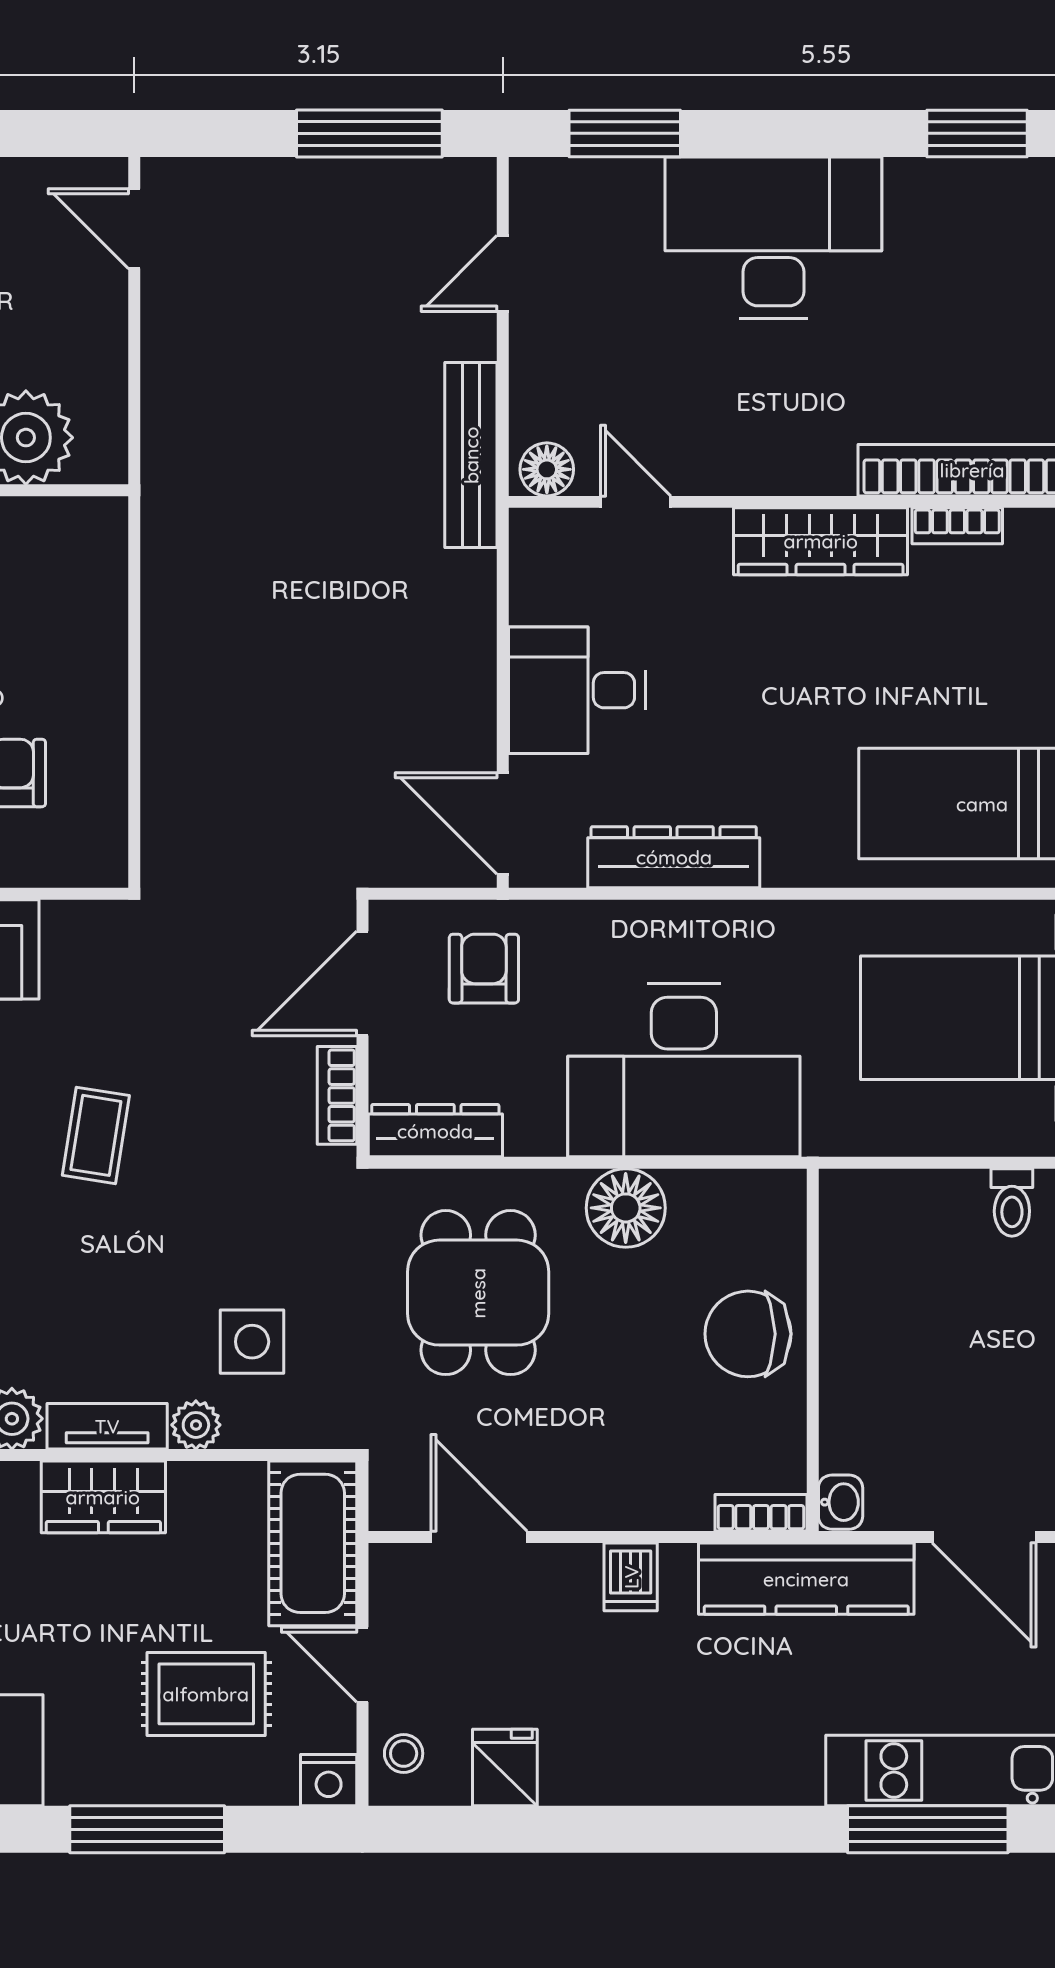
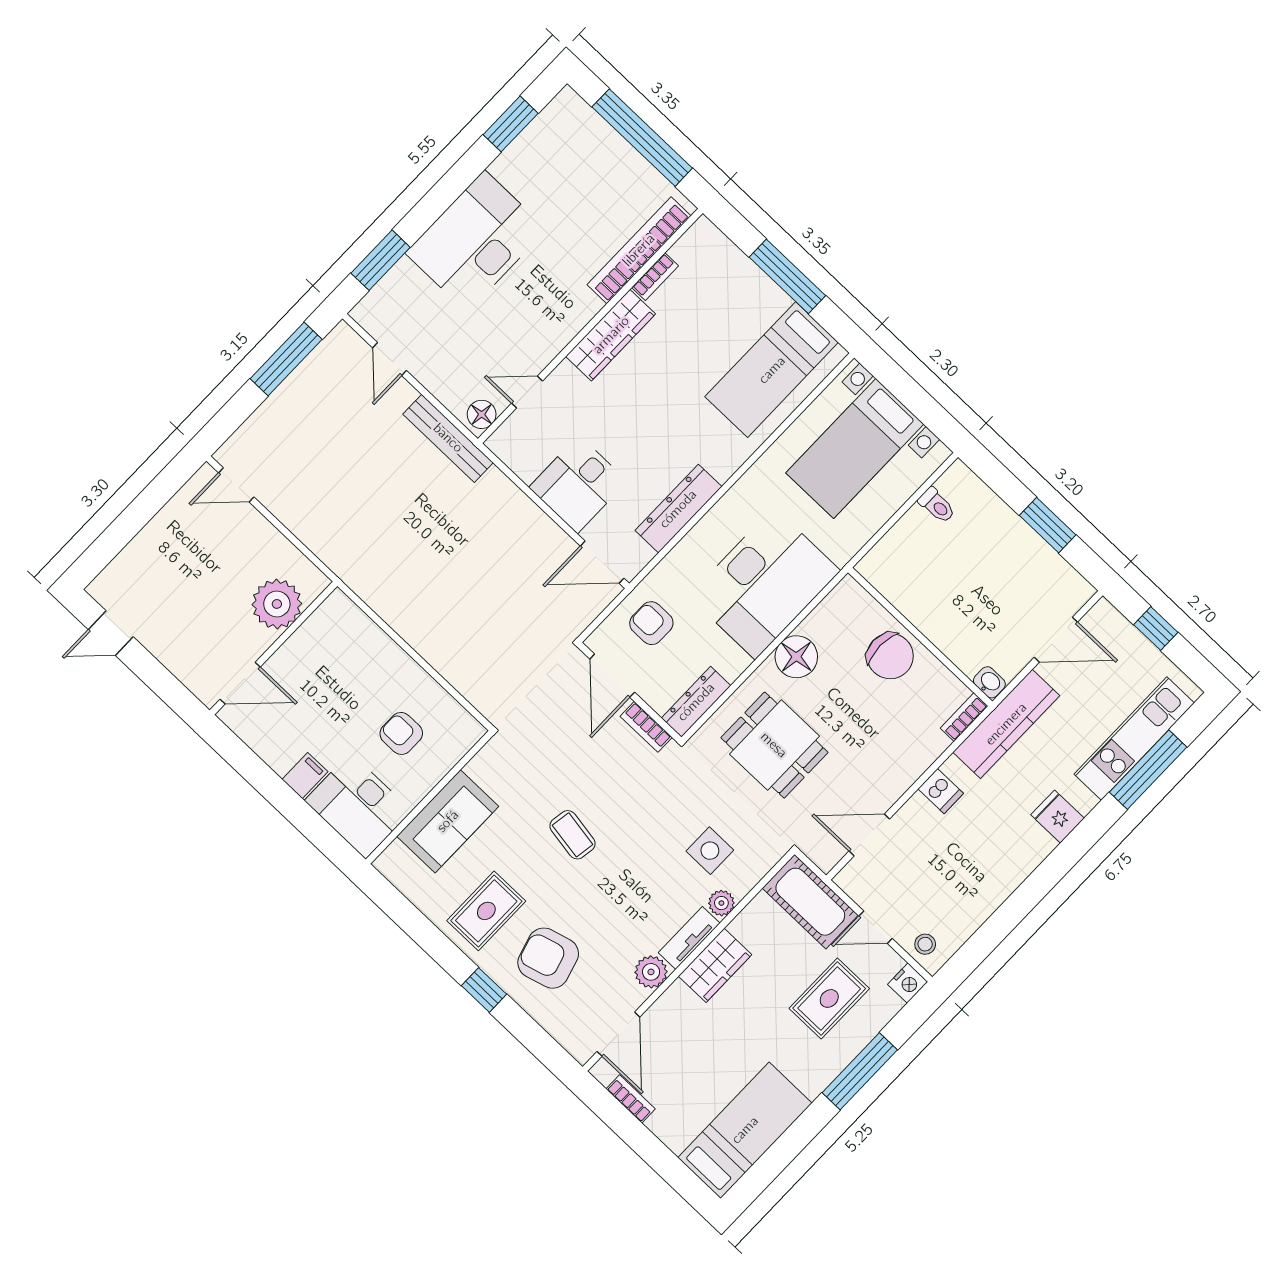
chair: (748, 1334) -> (890, 656), turned -90
fridge: (505, 1768) -> (1058, 816), moved

